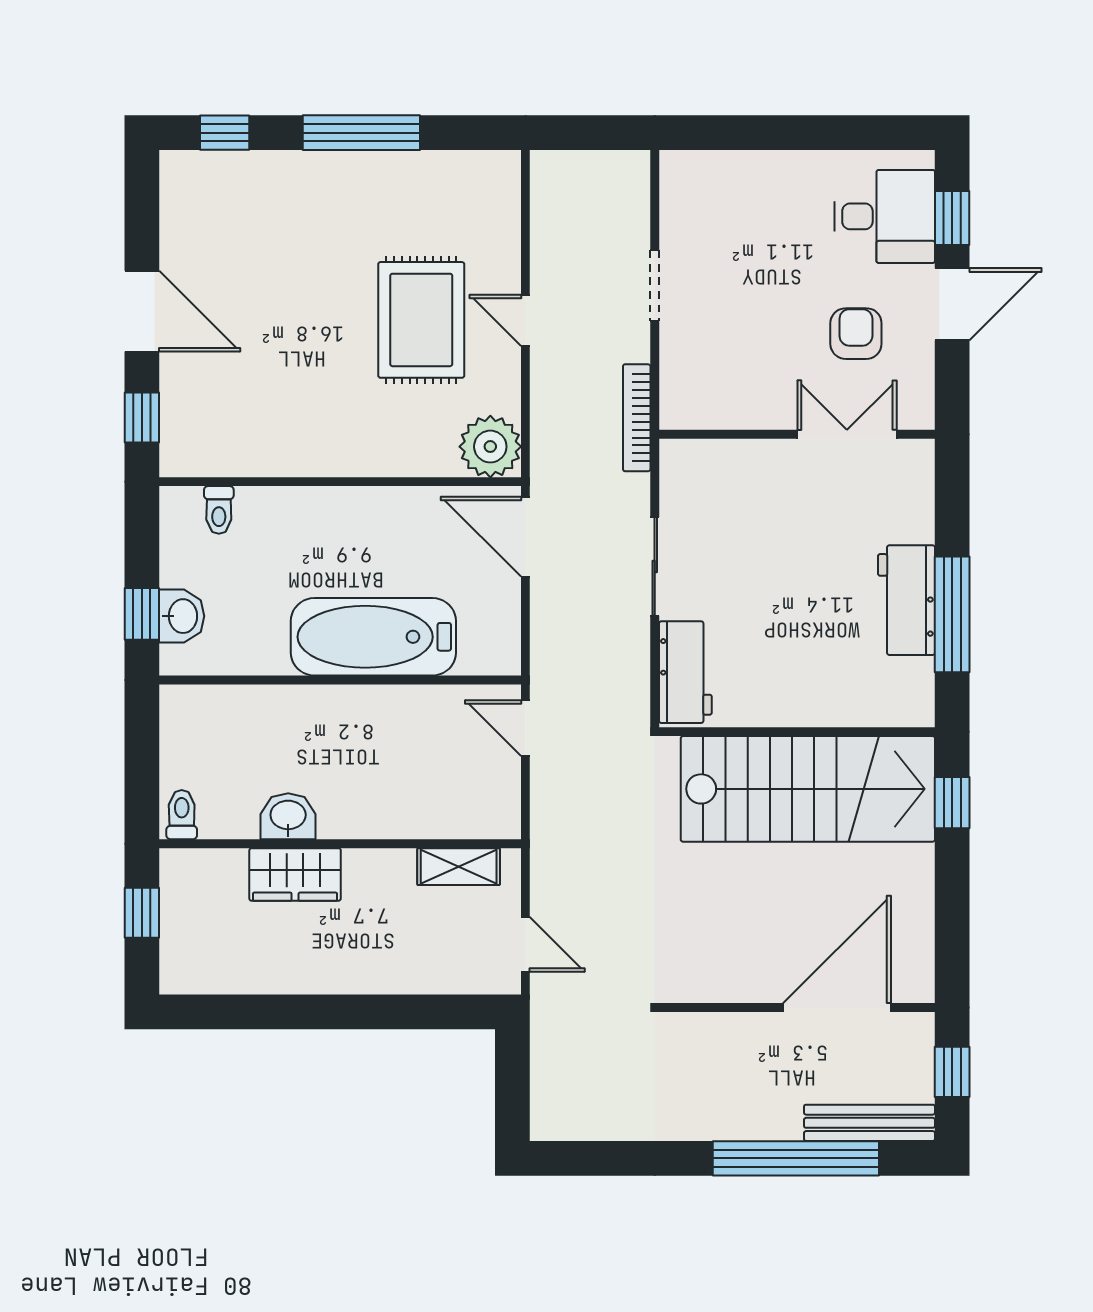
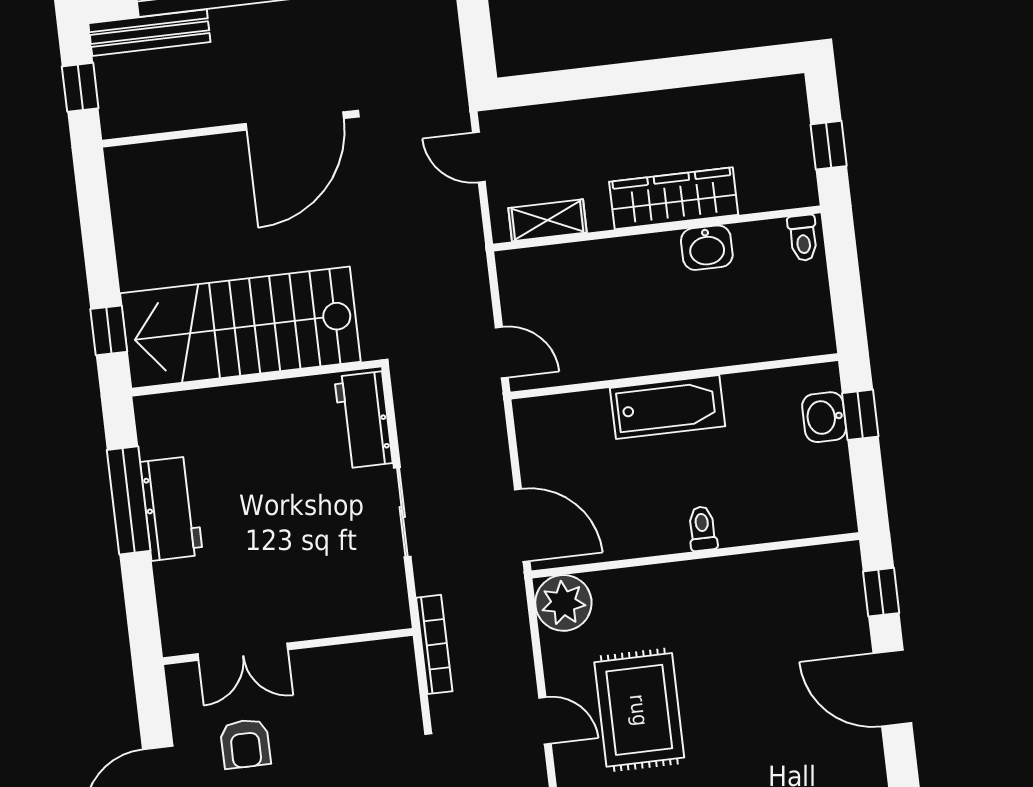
toilet: (219, 510) -> (702, 529), moved
bathtub: (373, 637) -> (668, 407), width x0.73, depth x0.73
wardrobe: (295, 874) -> (674, 198), width x1.50
door: (837, 1008) -> (295, 121), moved

